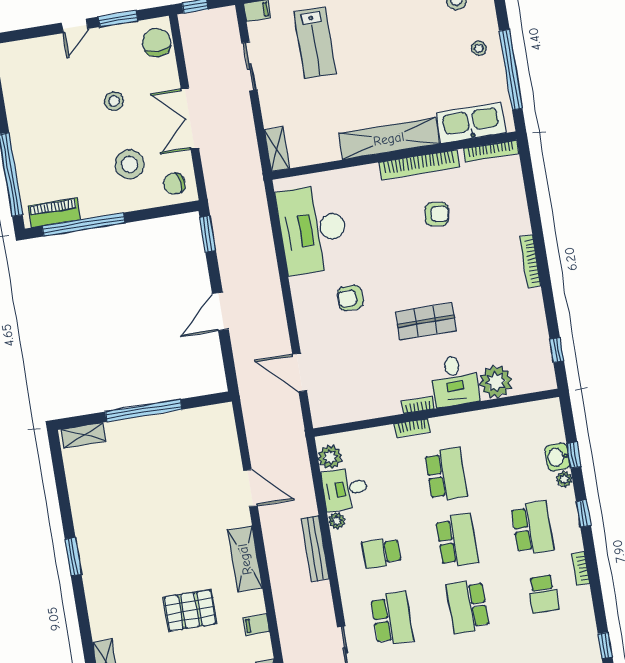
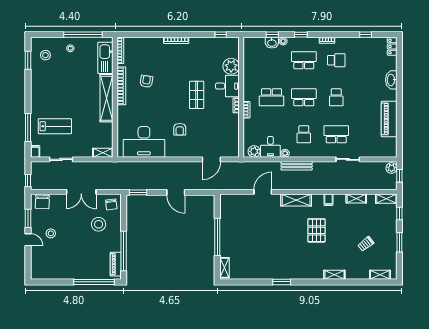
chair: (157, 42) -> (42, 202), turned -88
stool: (114, 101) -> (51, 233), moved
school desk: (446, 474) -> (271, 97), turned 180
school desk: (468, 606) -> (336, 97), width x0.54

